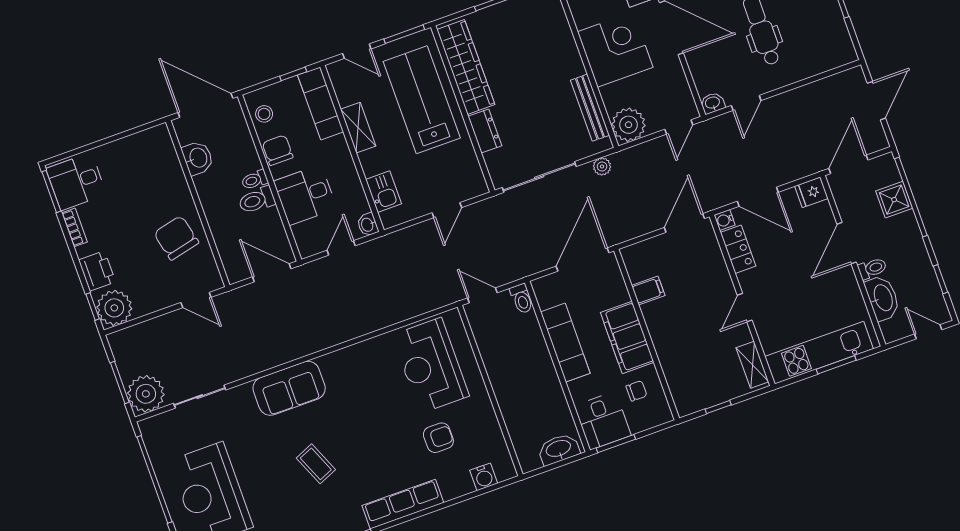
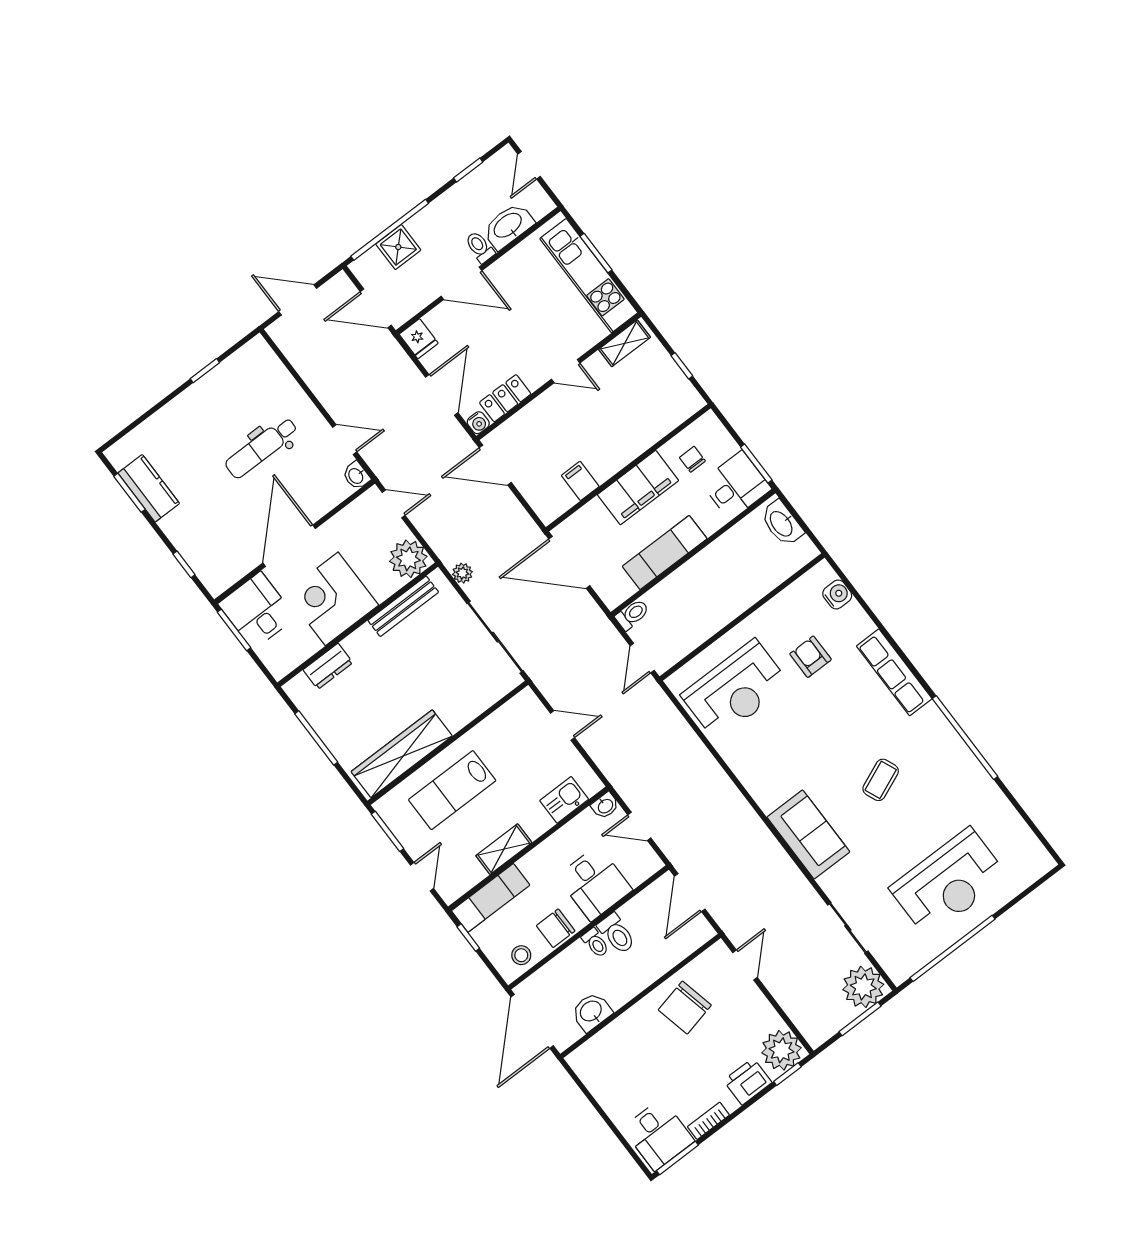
lab bench: (422, 100) -> (452, 790), width x0.73, depth x0.72
dresser: (485, 131) -> (328, 666), moved, turned 180

